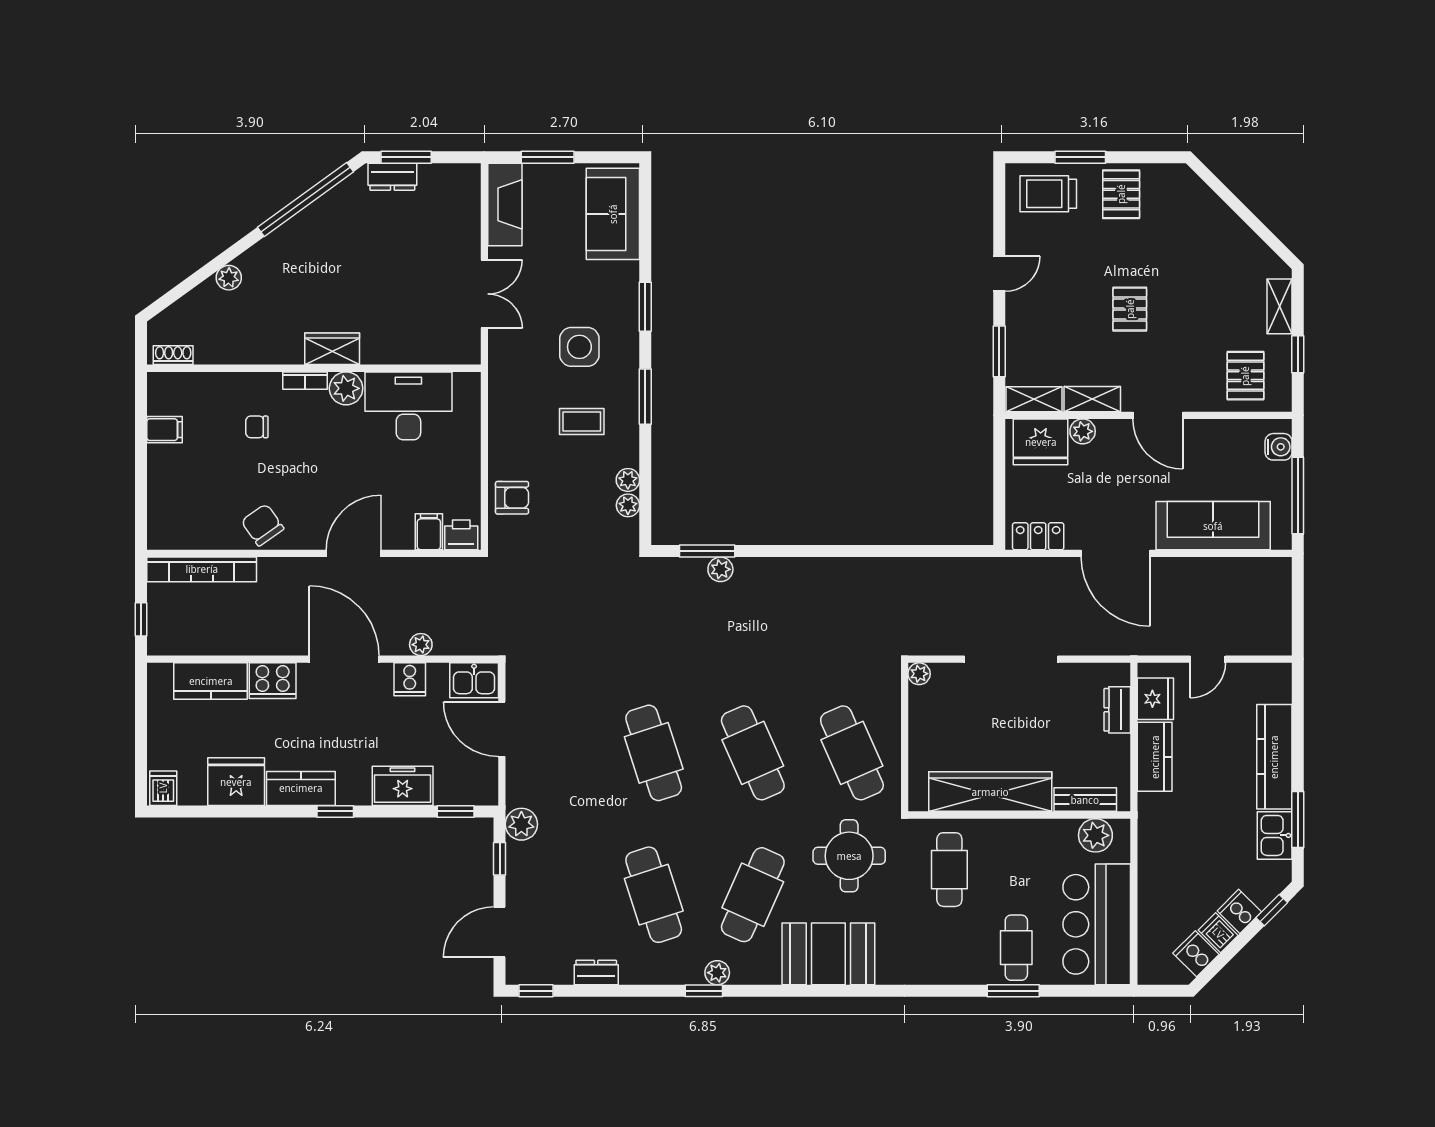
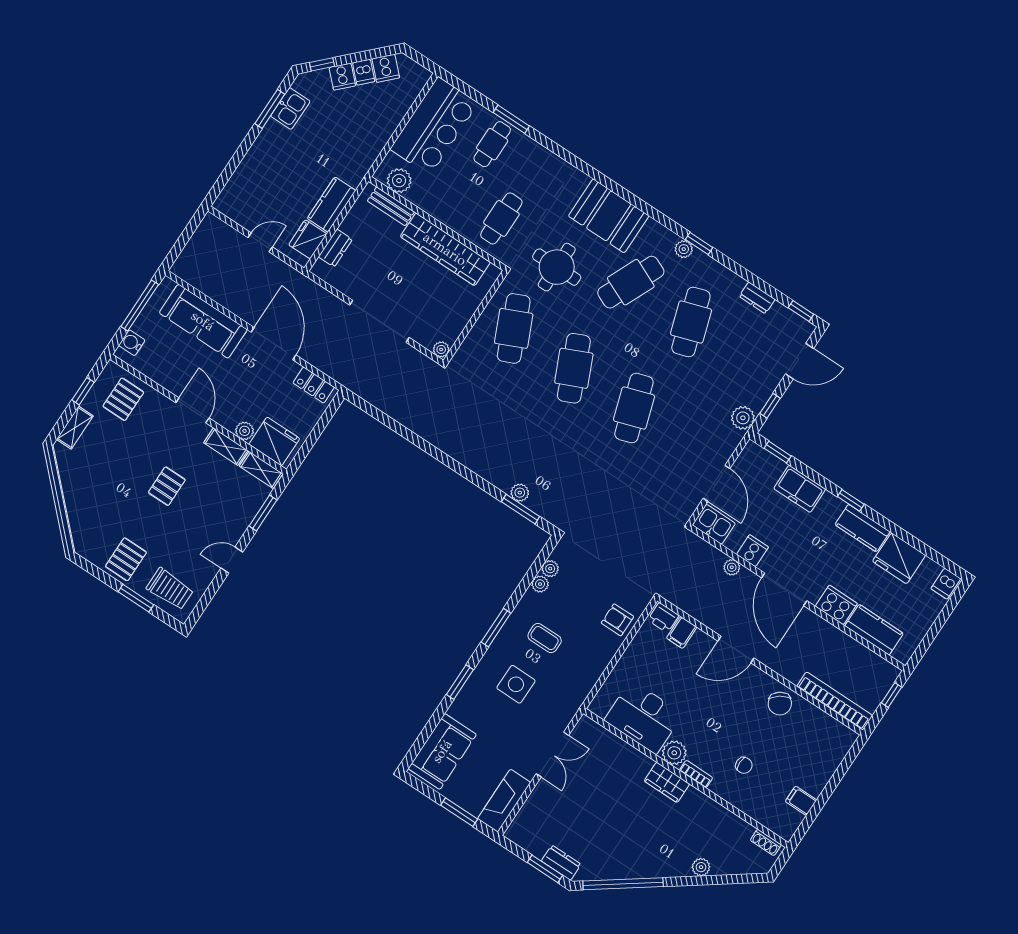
double door: (484, 294) -> (552, 755), swing flipped
kitchen counter: (1274, 757) -> (259, 156), removed

